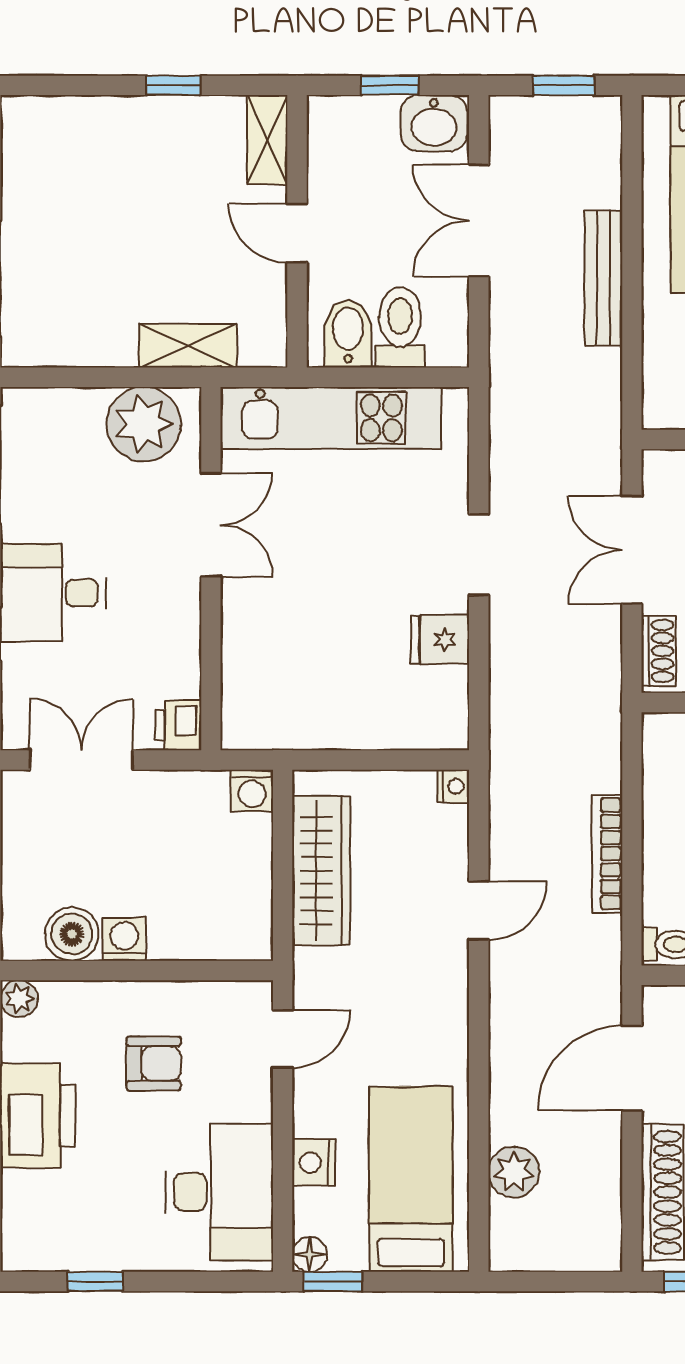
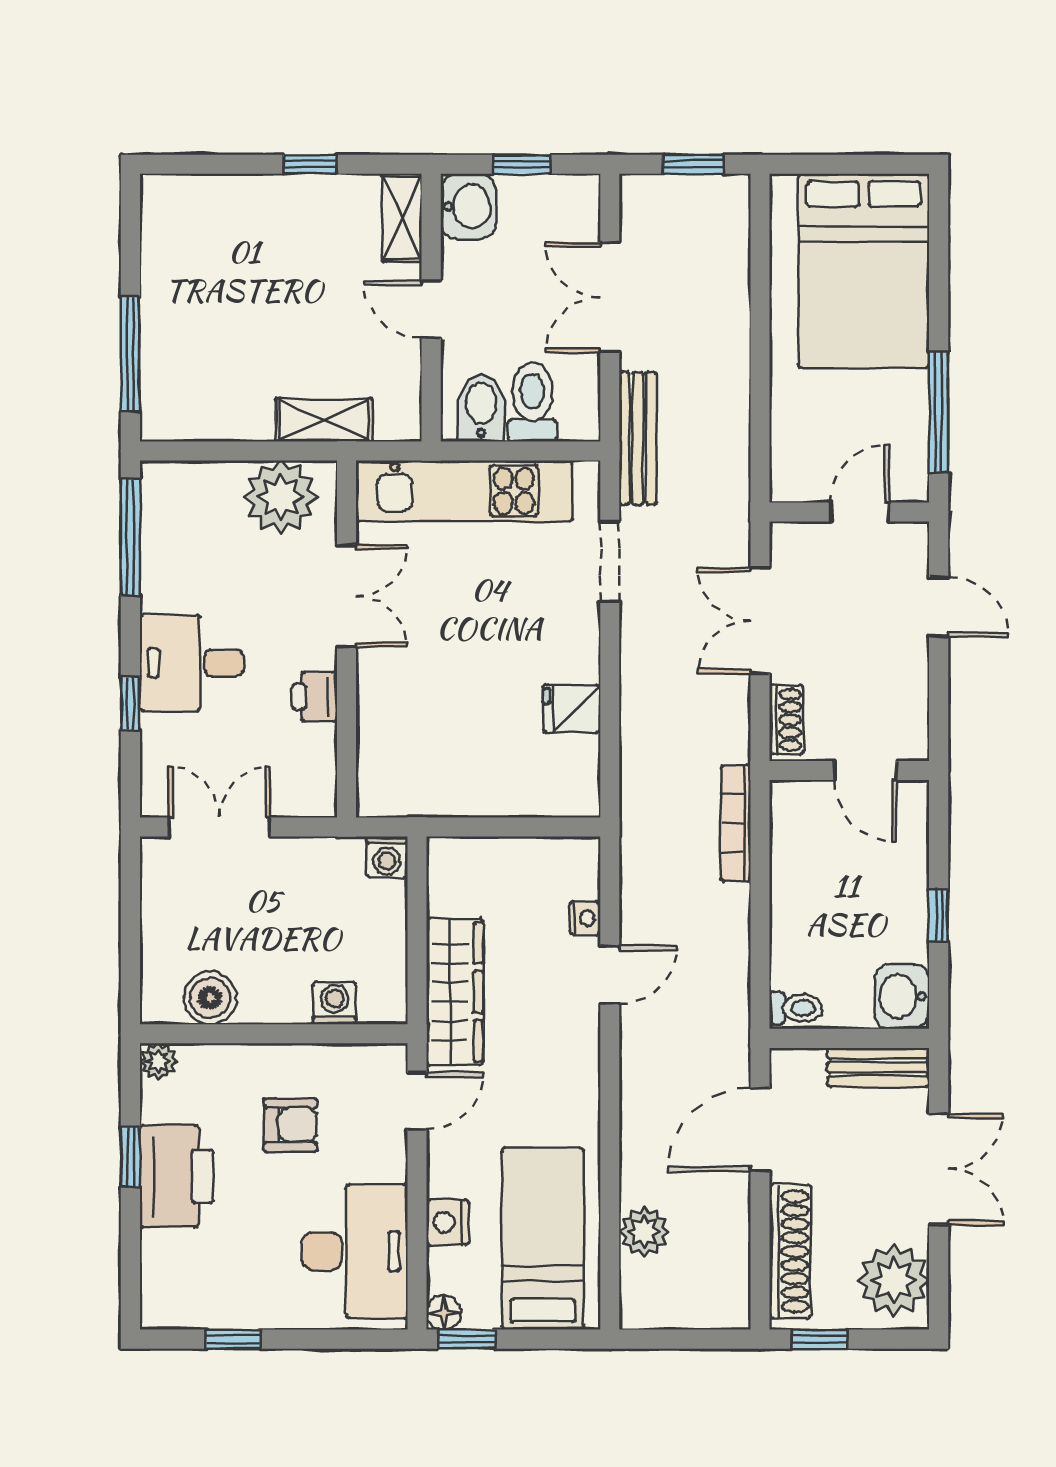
washbasin: (434, 123) -> (468, 206), moved, turned -90
bench: (603, 278) -> (638, 438), moved
doorway: (479, 555) -> (610, 562), moved
printer: (178, 725) -> (315, 697), moved
nightstand: (453, 786) -> (585, 918), moved
bookcase: (607, 854) -> (736, 823), moved
wardrobe: (321, 871) -> (455, 992), moved
washing machine: (124, 939) -> (335, 1003), moved

